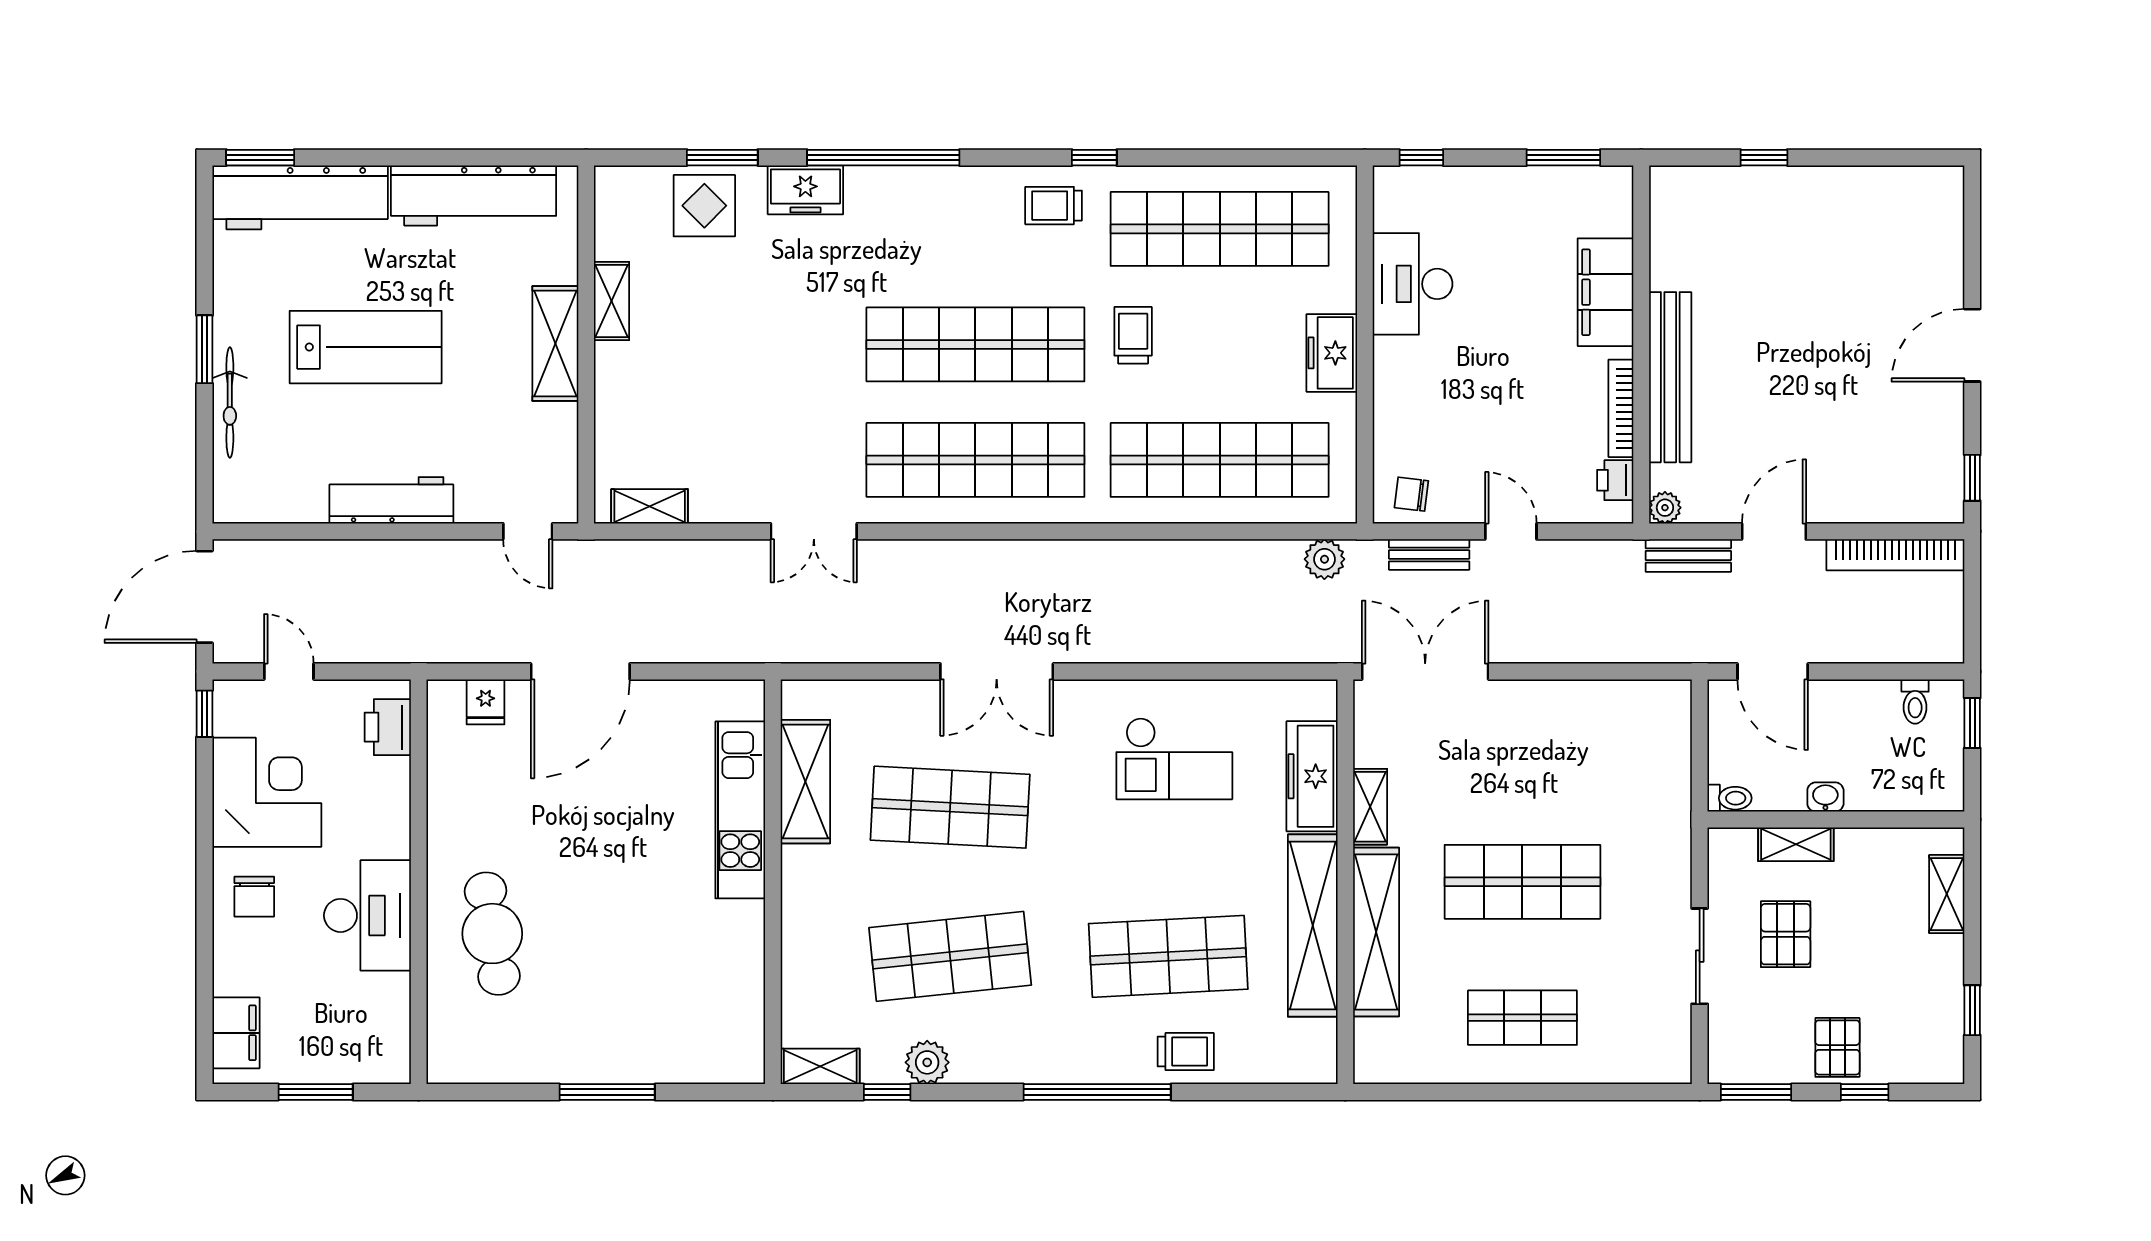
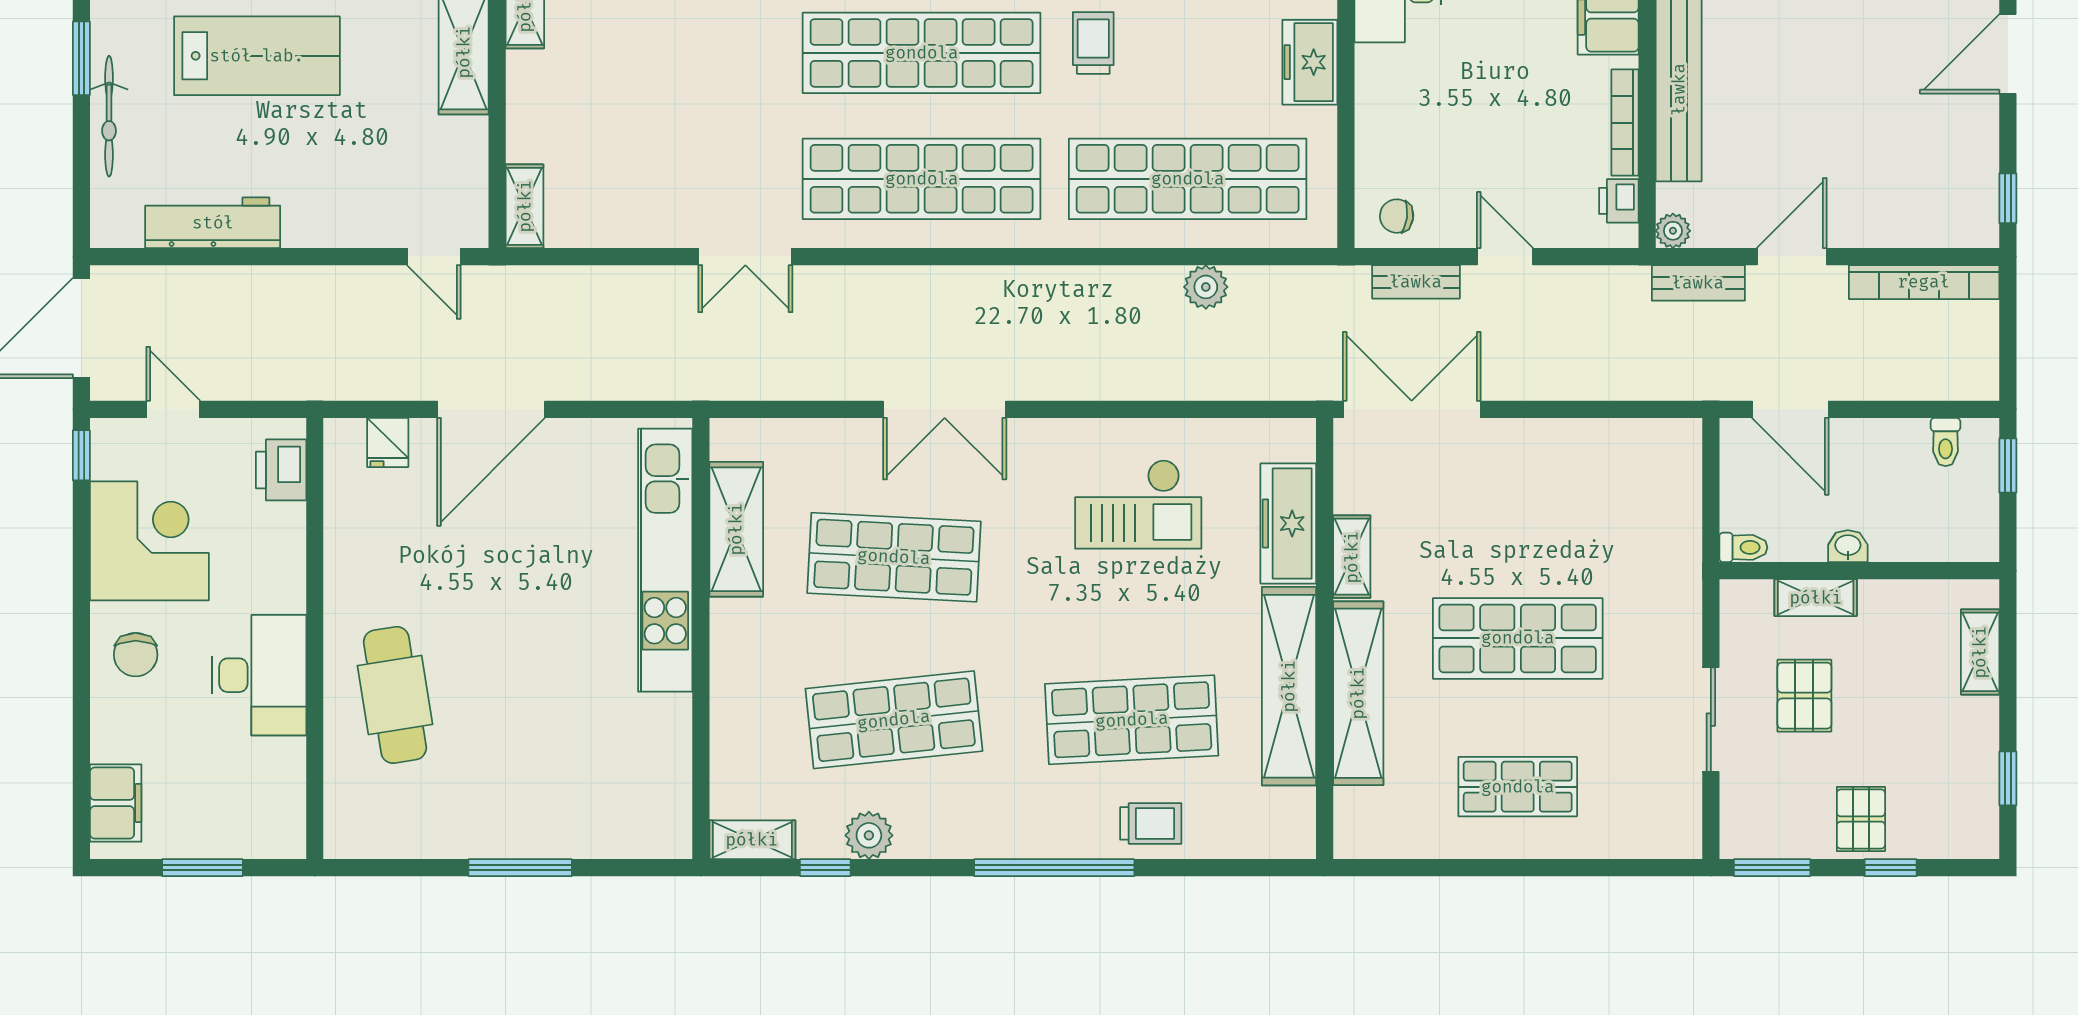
workbench: (391, 500) -> (213, 223), moved
shelving: (650, 506) -> (525, 206), moved, turned 90
plant: (1324, 559) -> (1206, 287), moved
kitchen unit: (740, 810) -> (665, 560), width x1.36

